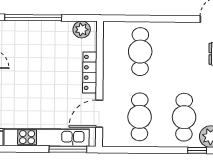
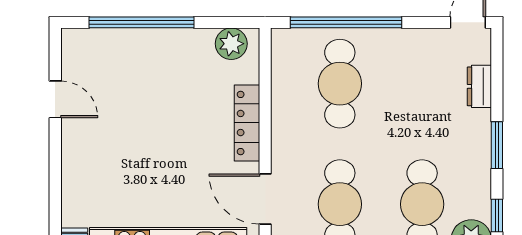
window: (144, 19) -> (346, 22), added
door: (99, 114) -> (265, 199), hinge flipped

